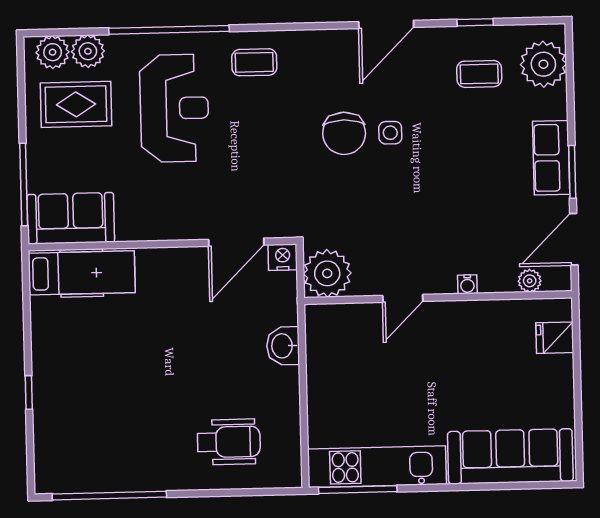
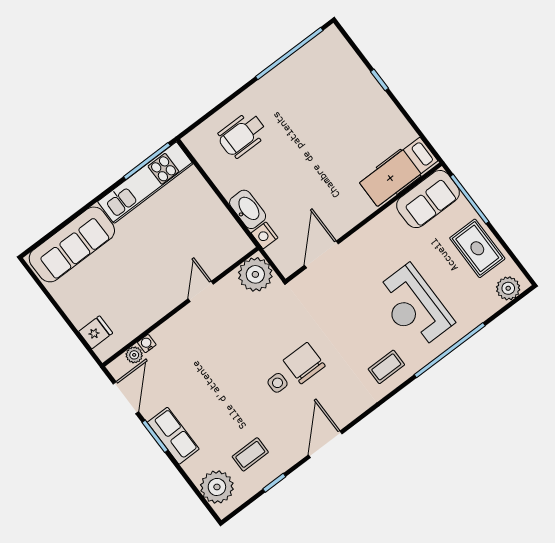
plant: (88, 51) -> (488, 304), removed
rug: (76, 104) -> (477, 248), moved, turned 90
nightstand: (283, 257) -> (265, 235), moved, turned 90
water cooler: (467, 284) -> (147, 344), moved
washbasin: (283, 346) -> (248, 209), width x1.38

